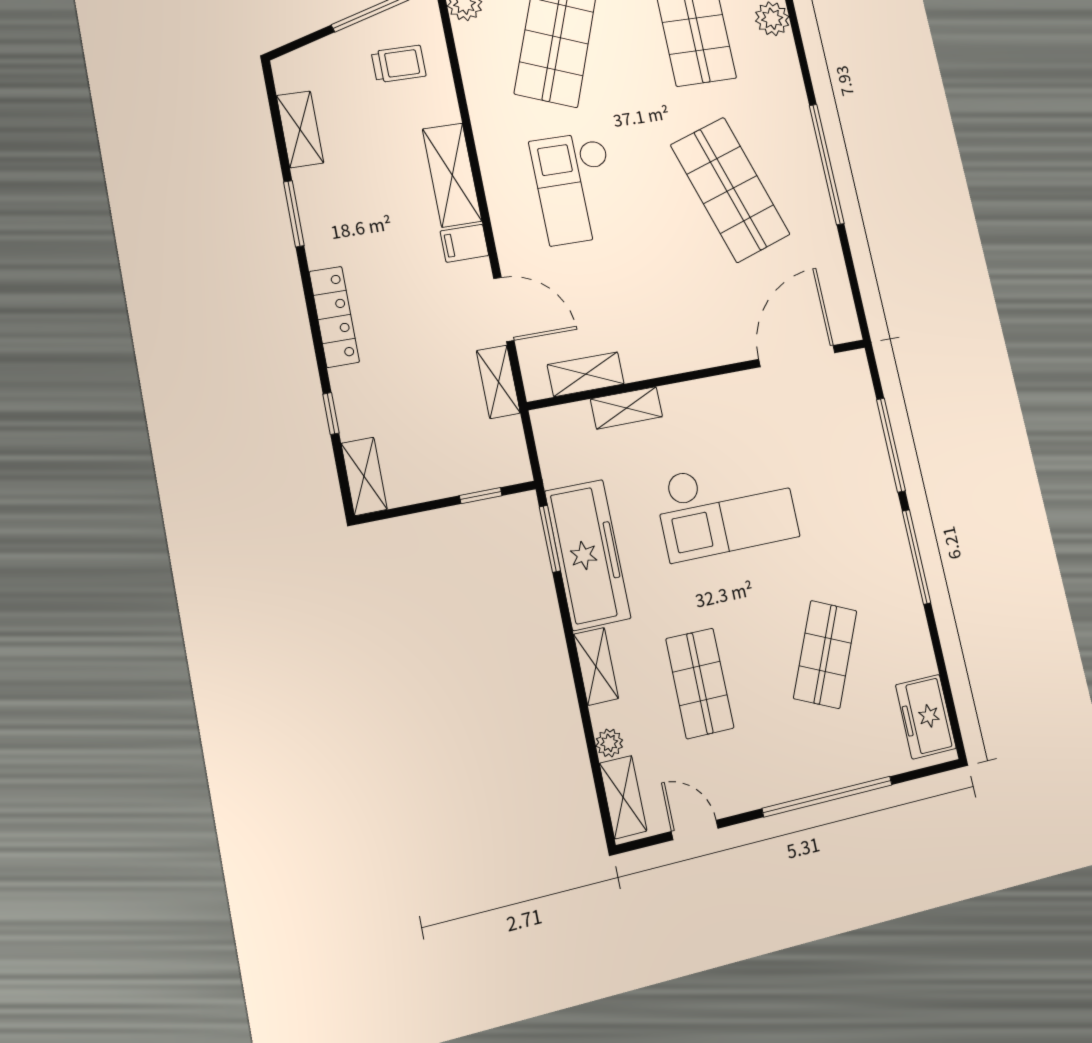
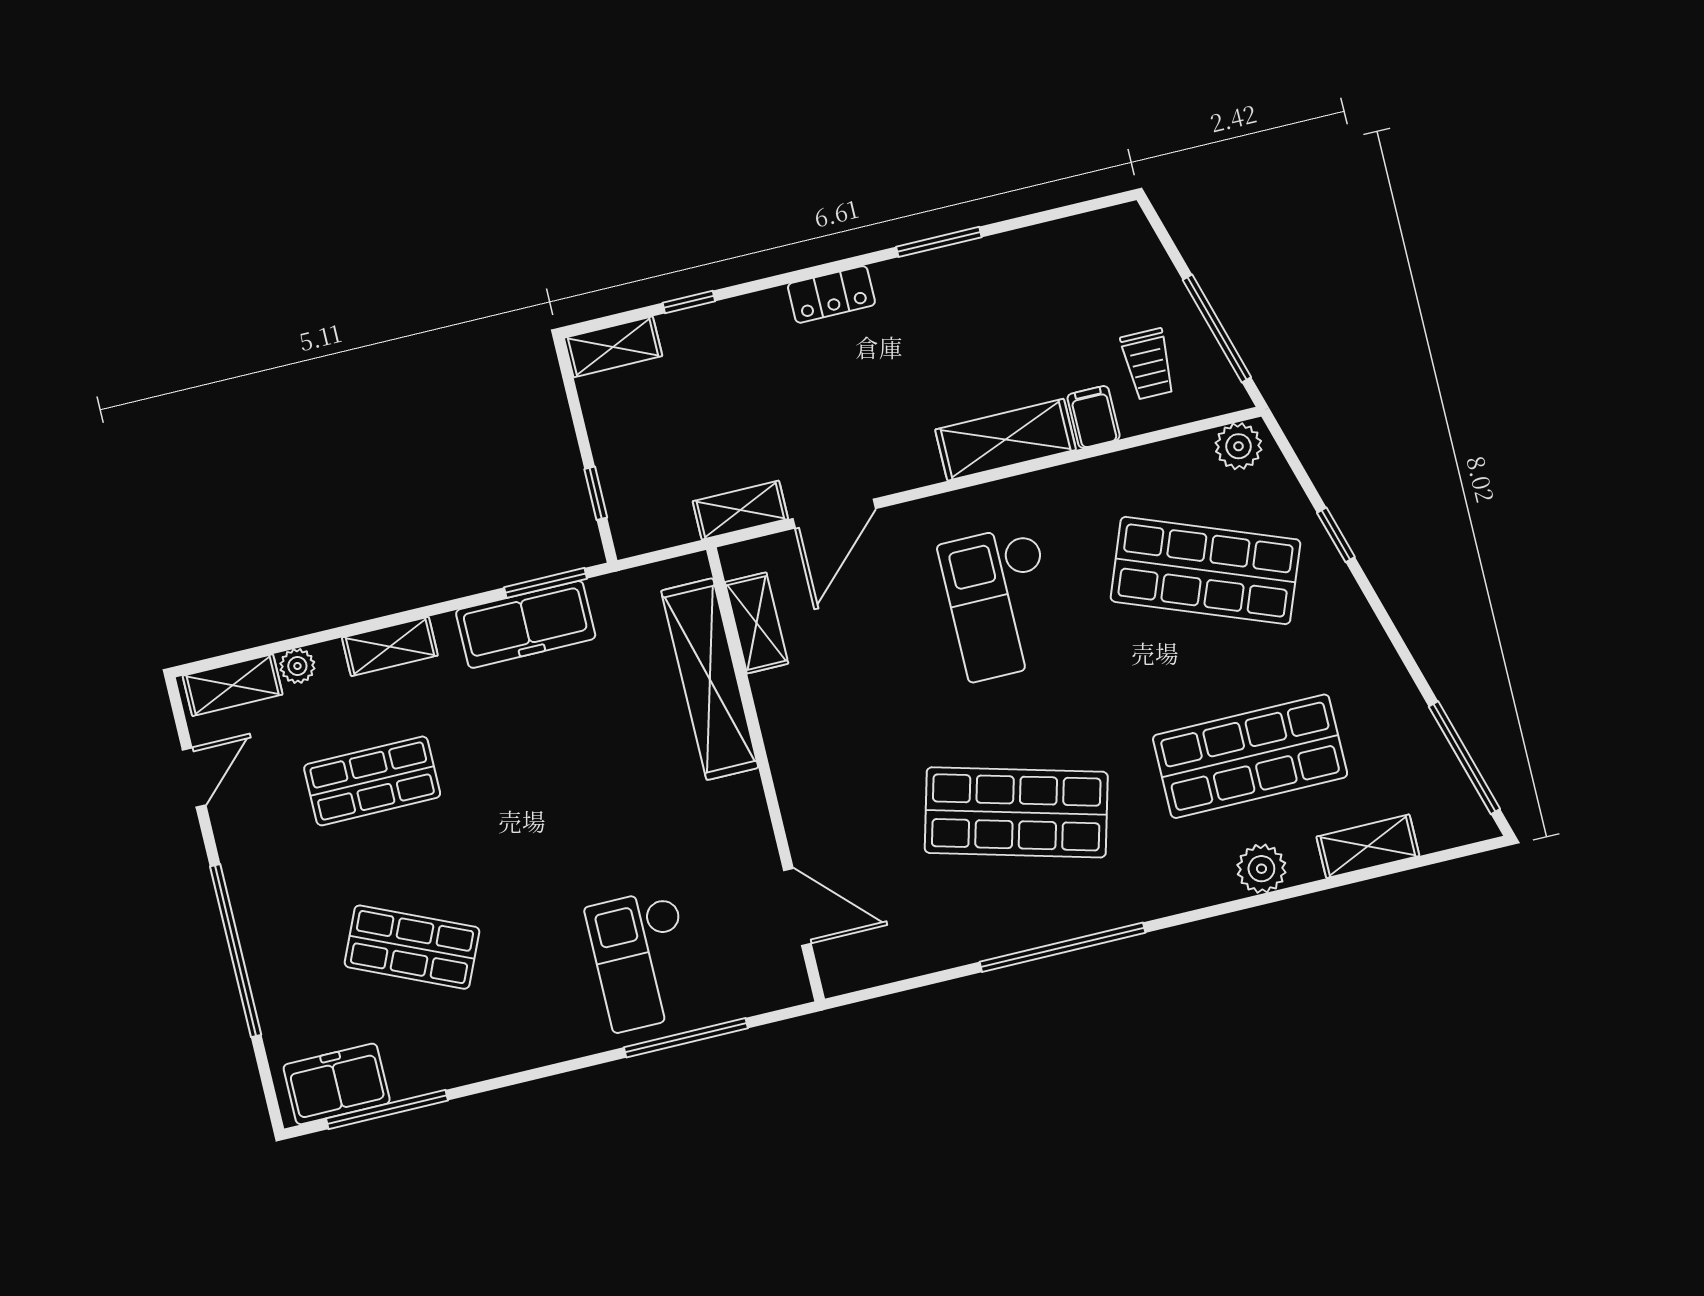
shelving: (300, 129) -> (1049, 243), removed
checkout: (576, 188) -> (1001, 603), turned -90
shop shelf: (730, 190) -> (1016, 812), turned 33
filing cabinet: (464, 243) -> (1094, 417), moved
locker: (334, 317) -> (831, 294), width x0.66
door: (797, 356) -> (797, 907), width x0.73
shelving: (626, 408) -> (710, 679), width x2.20, depth x1.33
checkout: (727, 508) -> (643, 960), moved, width x0.73, depth x0.83
freezer: (588, 555) -> (526, 624), width x0.73, depth x0.79
window: (916, 557) -> (387, 1109), moved

